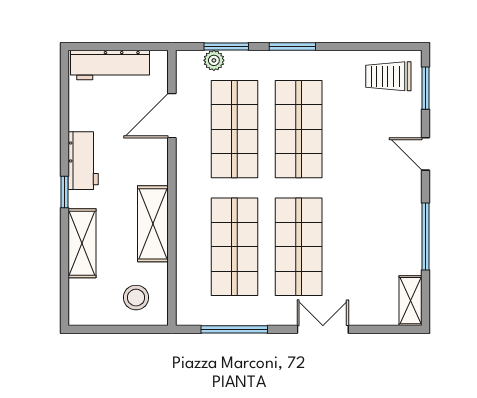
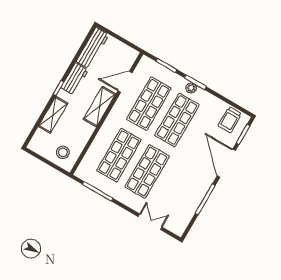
plant: (214, 60) -> (191, 88), moved
workbench: (110, 65) -> (92, 48), moved, turned -90
trolley: (388, 76) -> (230, 120), turned -90
door: (425, 154) -> (226, 163), width x1.87
shelving: (153, 224) -> (99, 107), moved
shelving: (410, 301) -> (182, 224), removed
double door: (323, 329) -> (150, 222), moved

